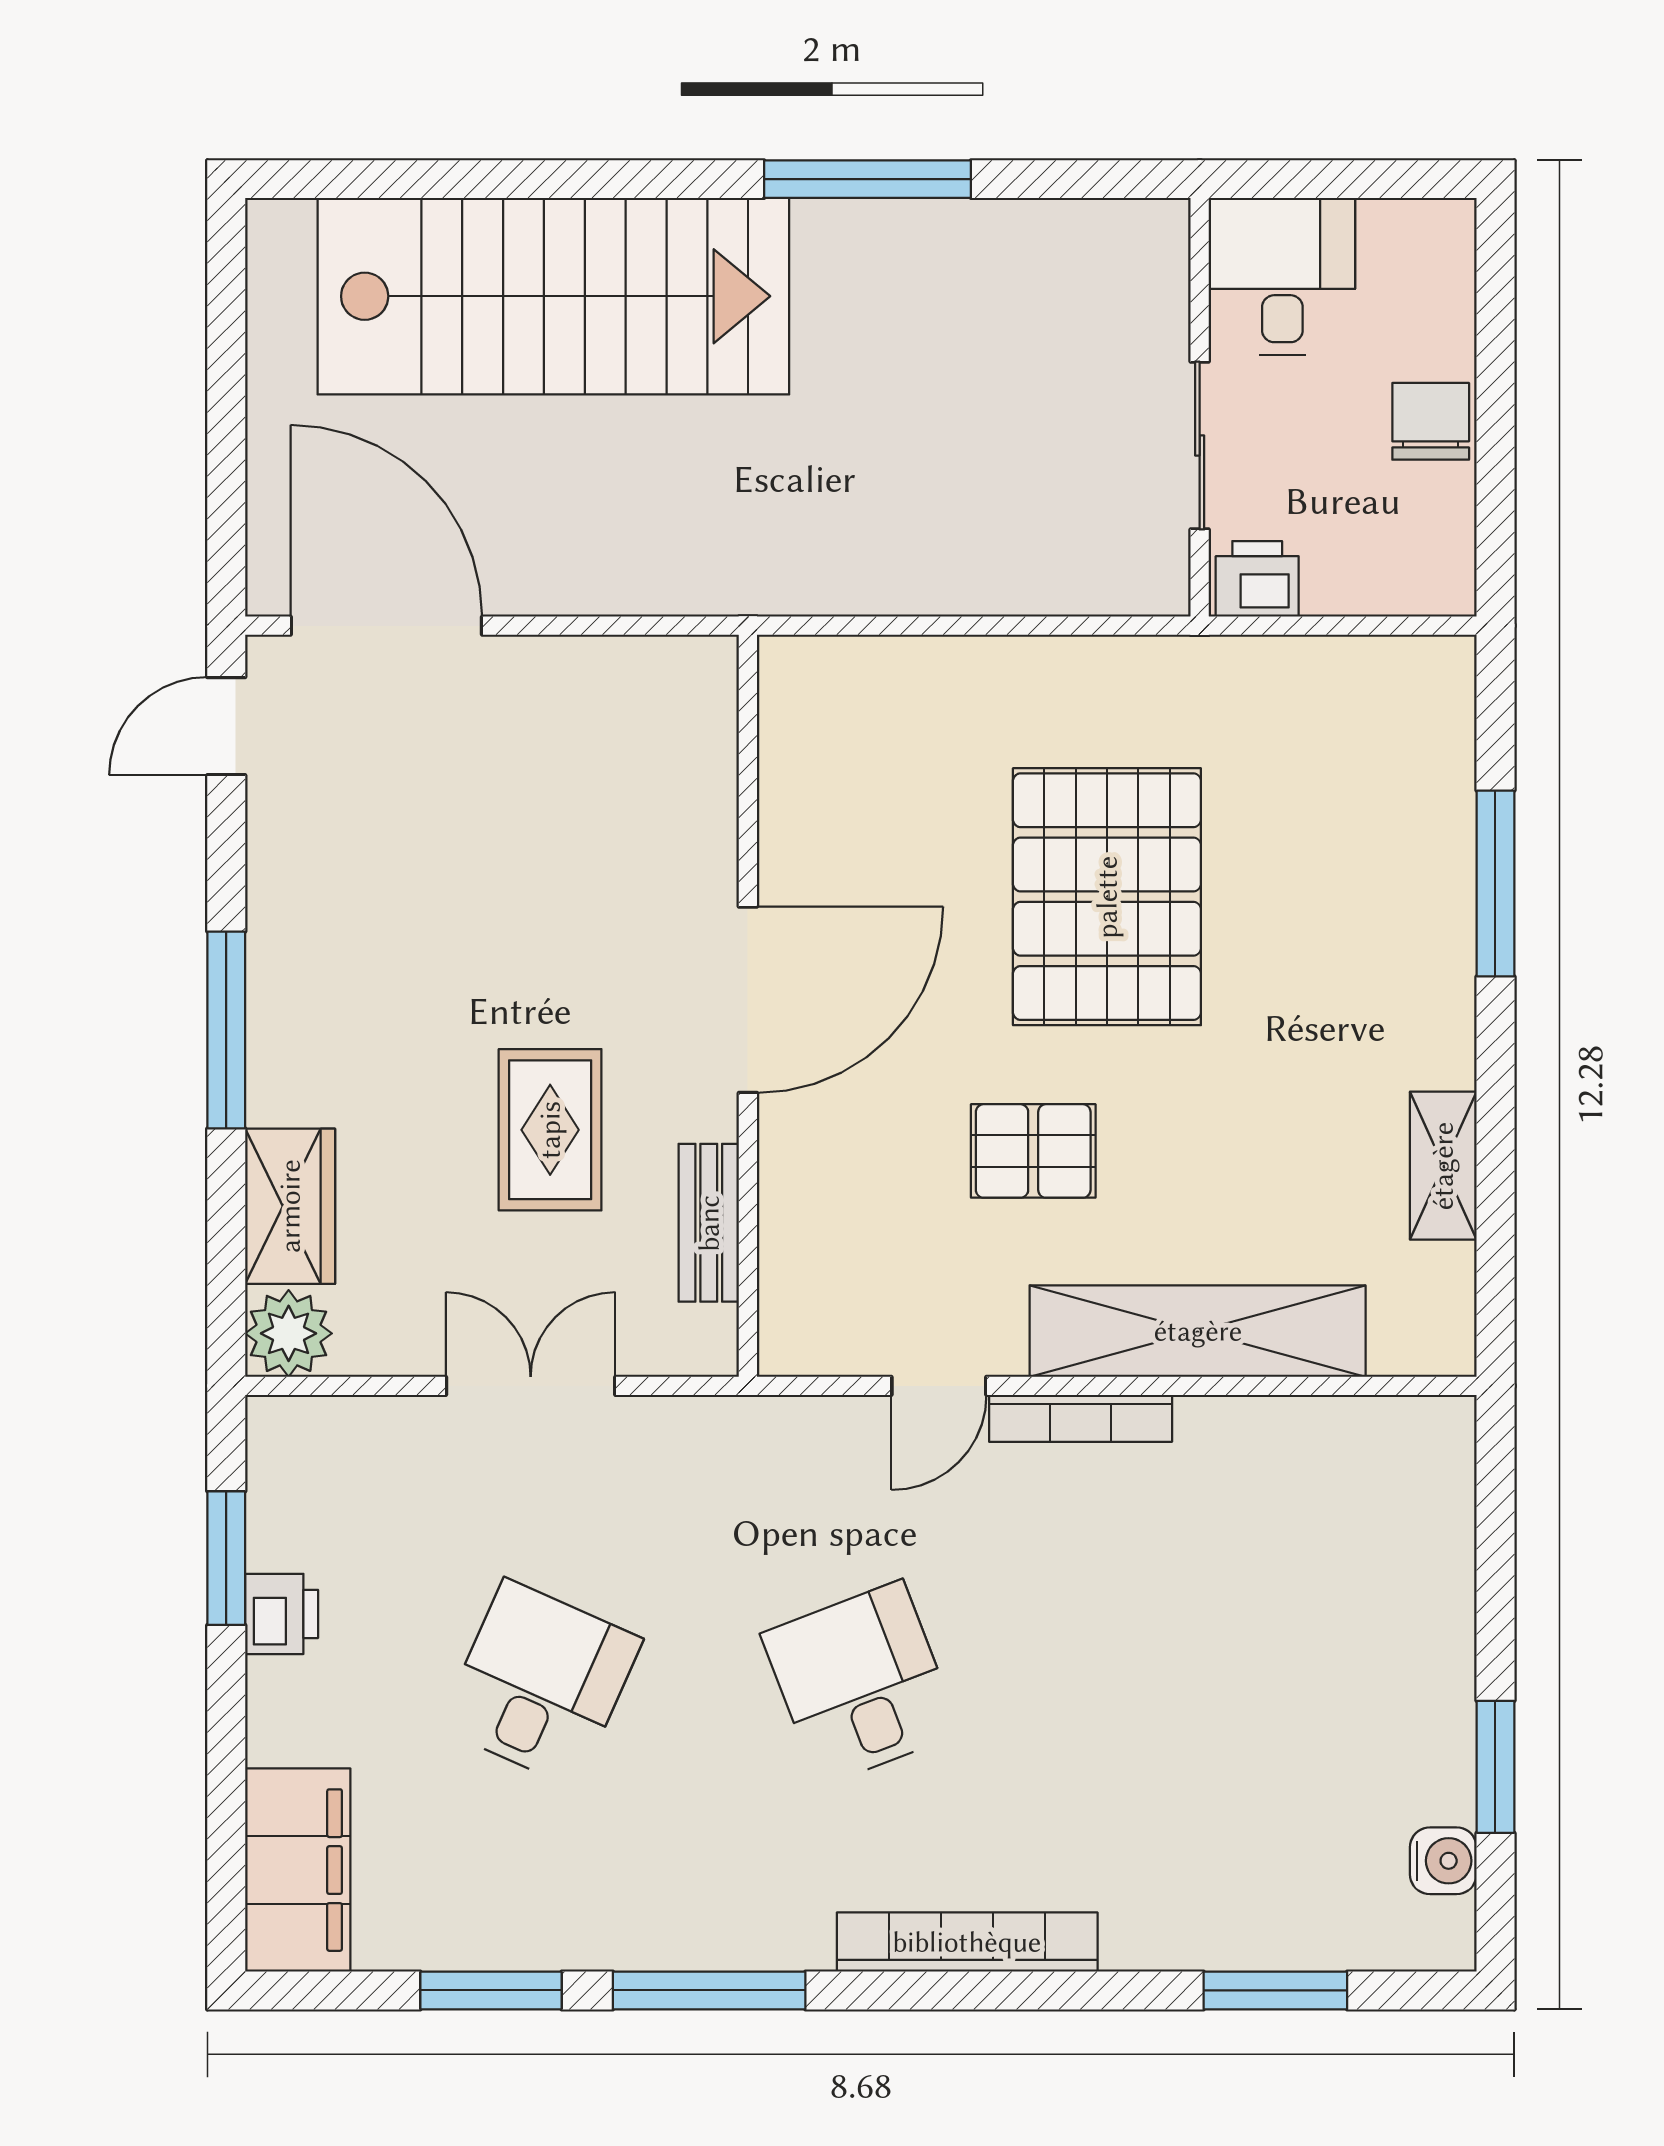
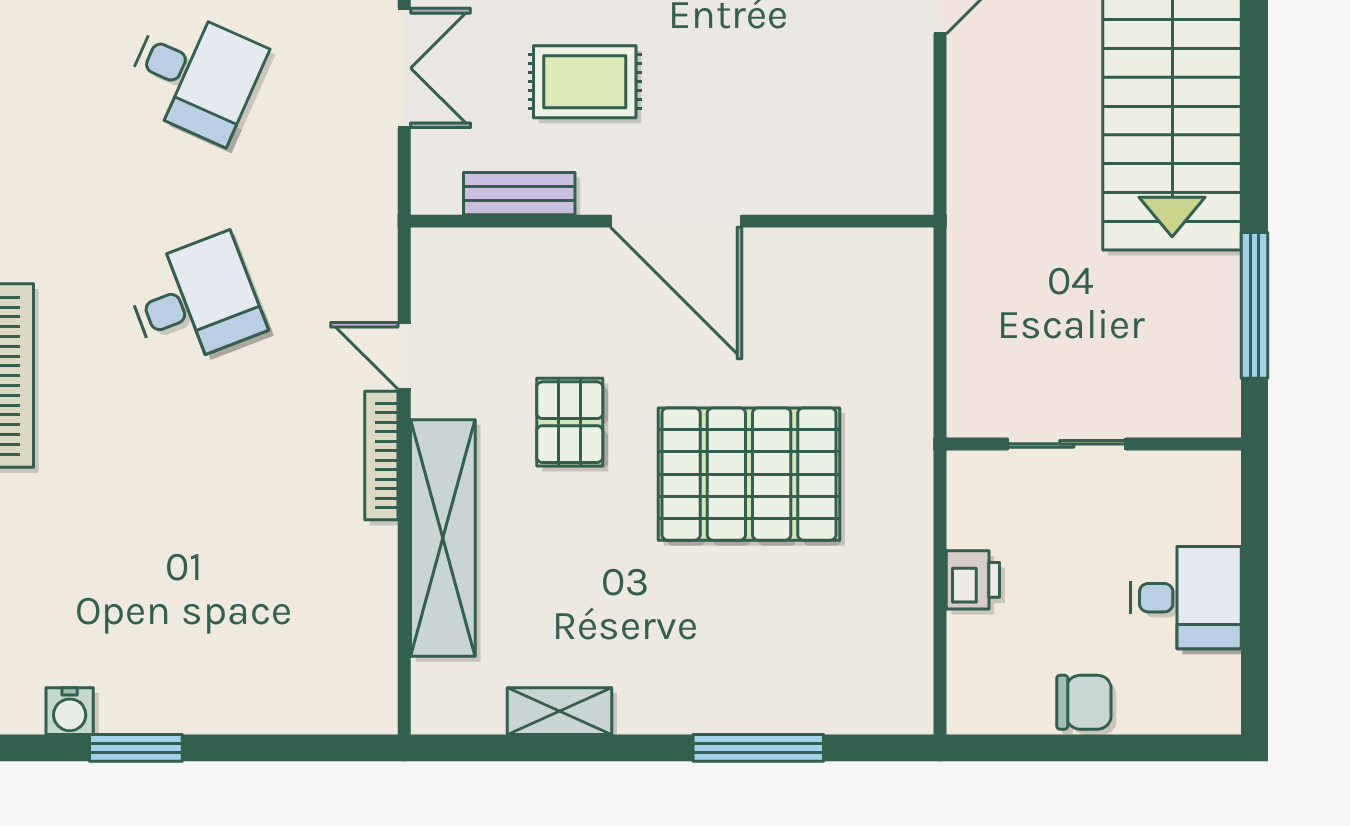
wall: (1200, 407) -> (1094, 444), moved
sliding door: (1200, 446) -> (1067, 444), moved

